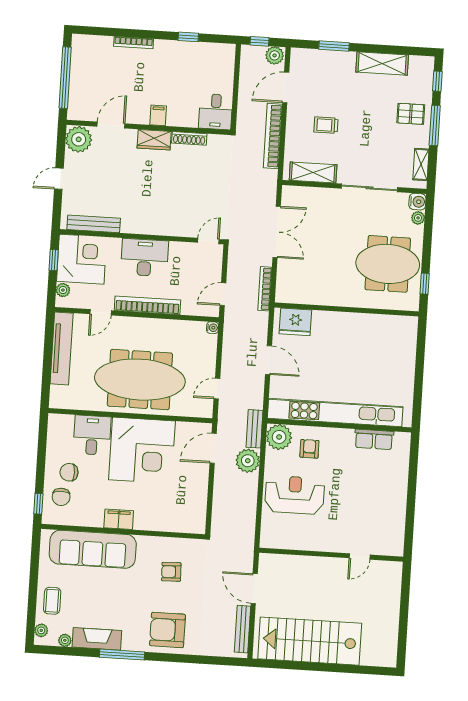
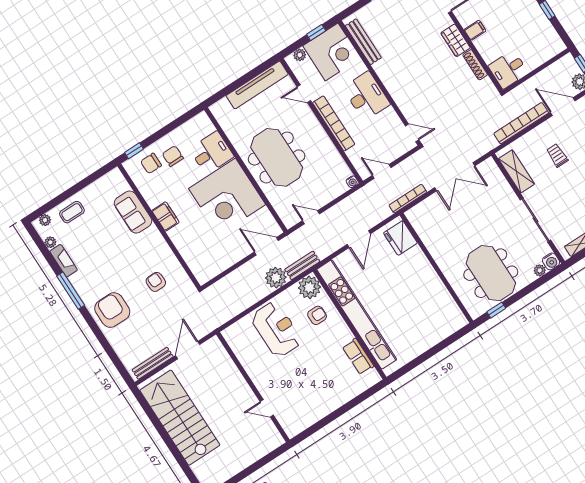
meeting table: (140, 380) -> (277, 157), width x0.73
sofa: (93, 549) -> (133, 212), width x0.54, depth x0.79
fireplace: (97, 639) -> (64, 261), width x0.73, depth x0.76

